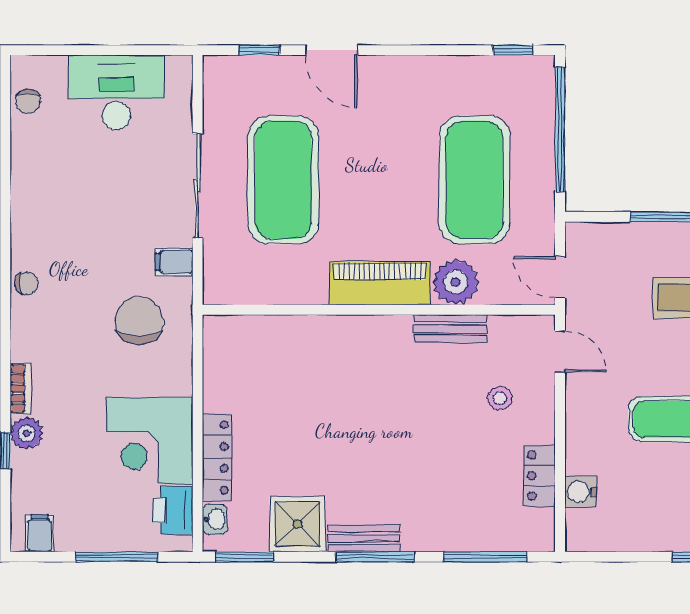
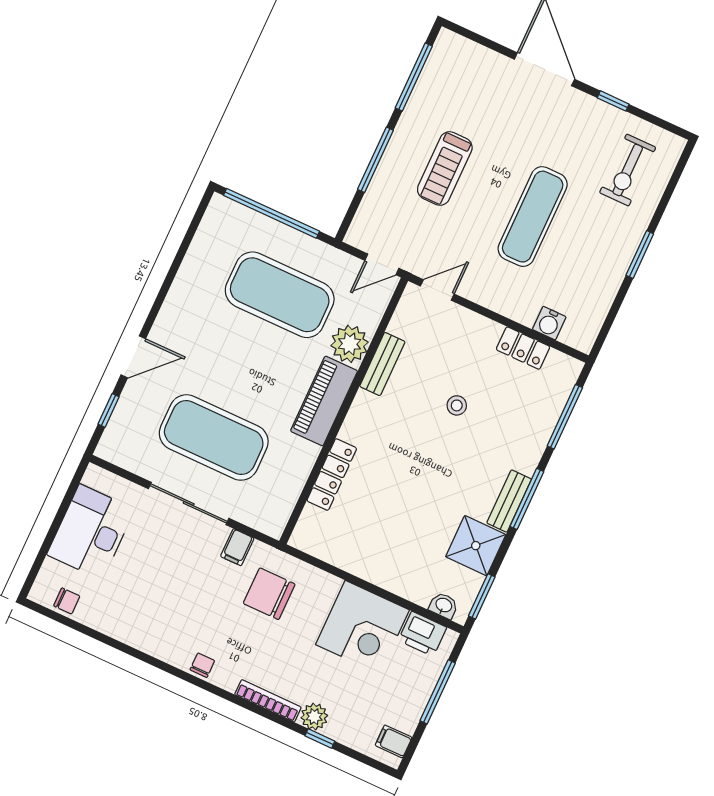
window: (513, 50) -> (196, 221), removed
bookcase: (20, 388) -> (268, 701), width x1.56
stool: (500, 398) -> (457, 405), moved
locker: (217, 457) -> (332, 475), moved, turned 90

